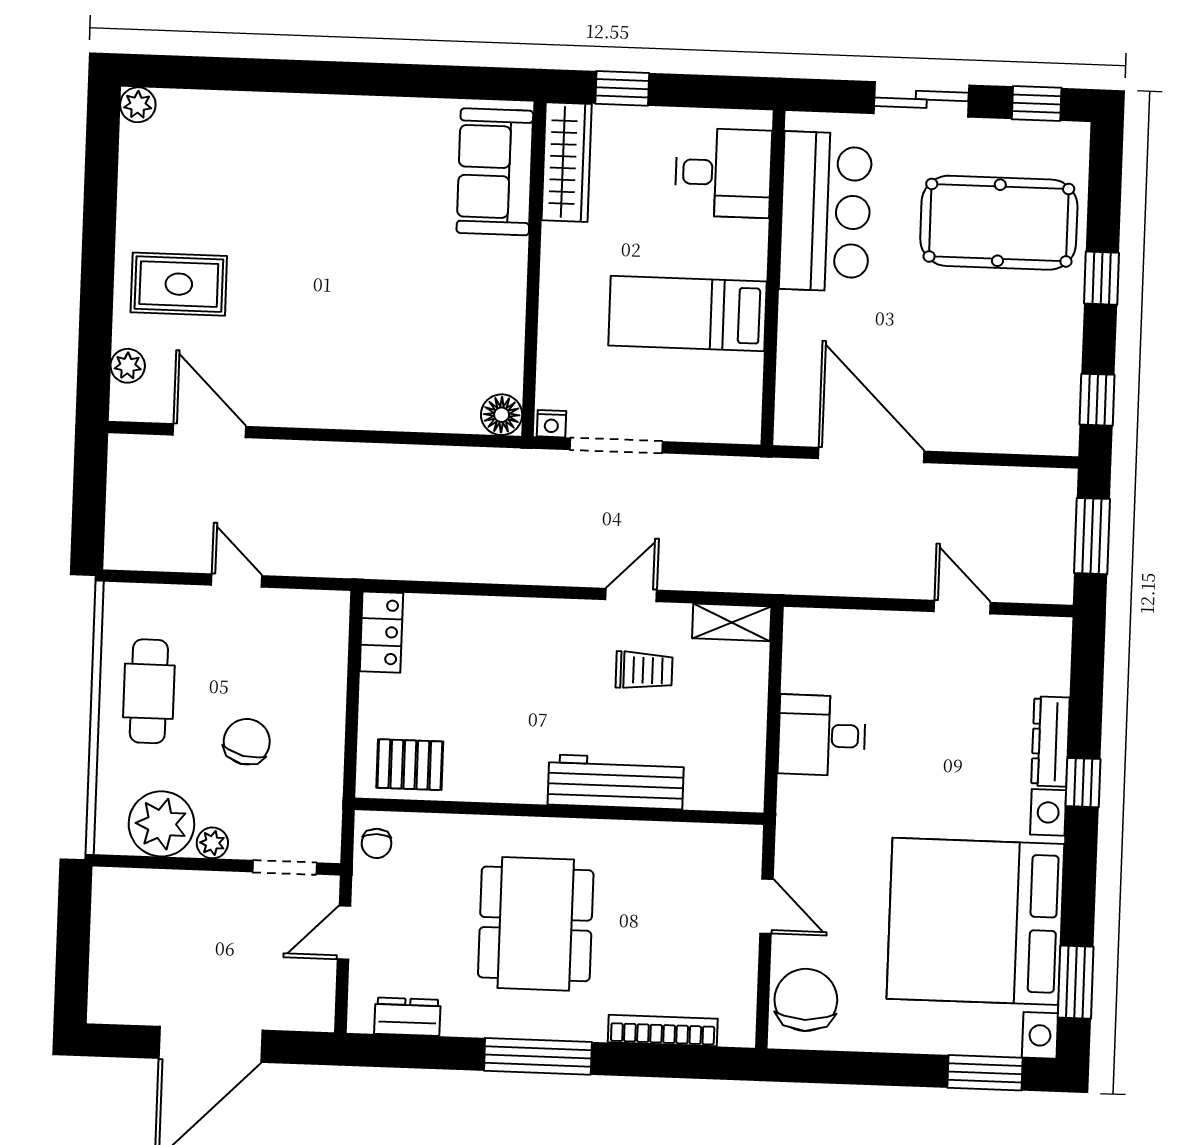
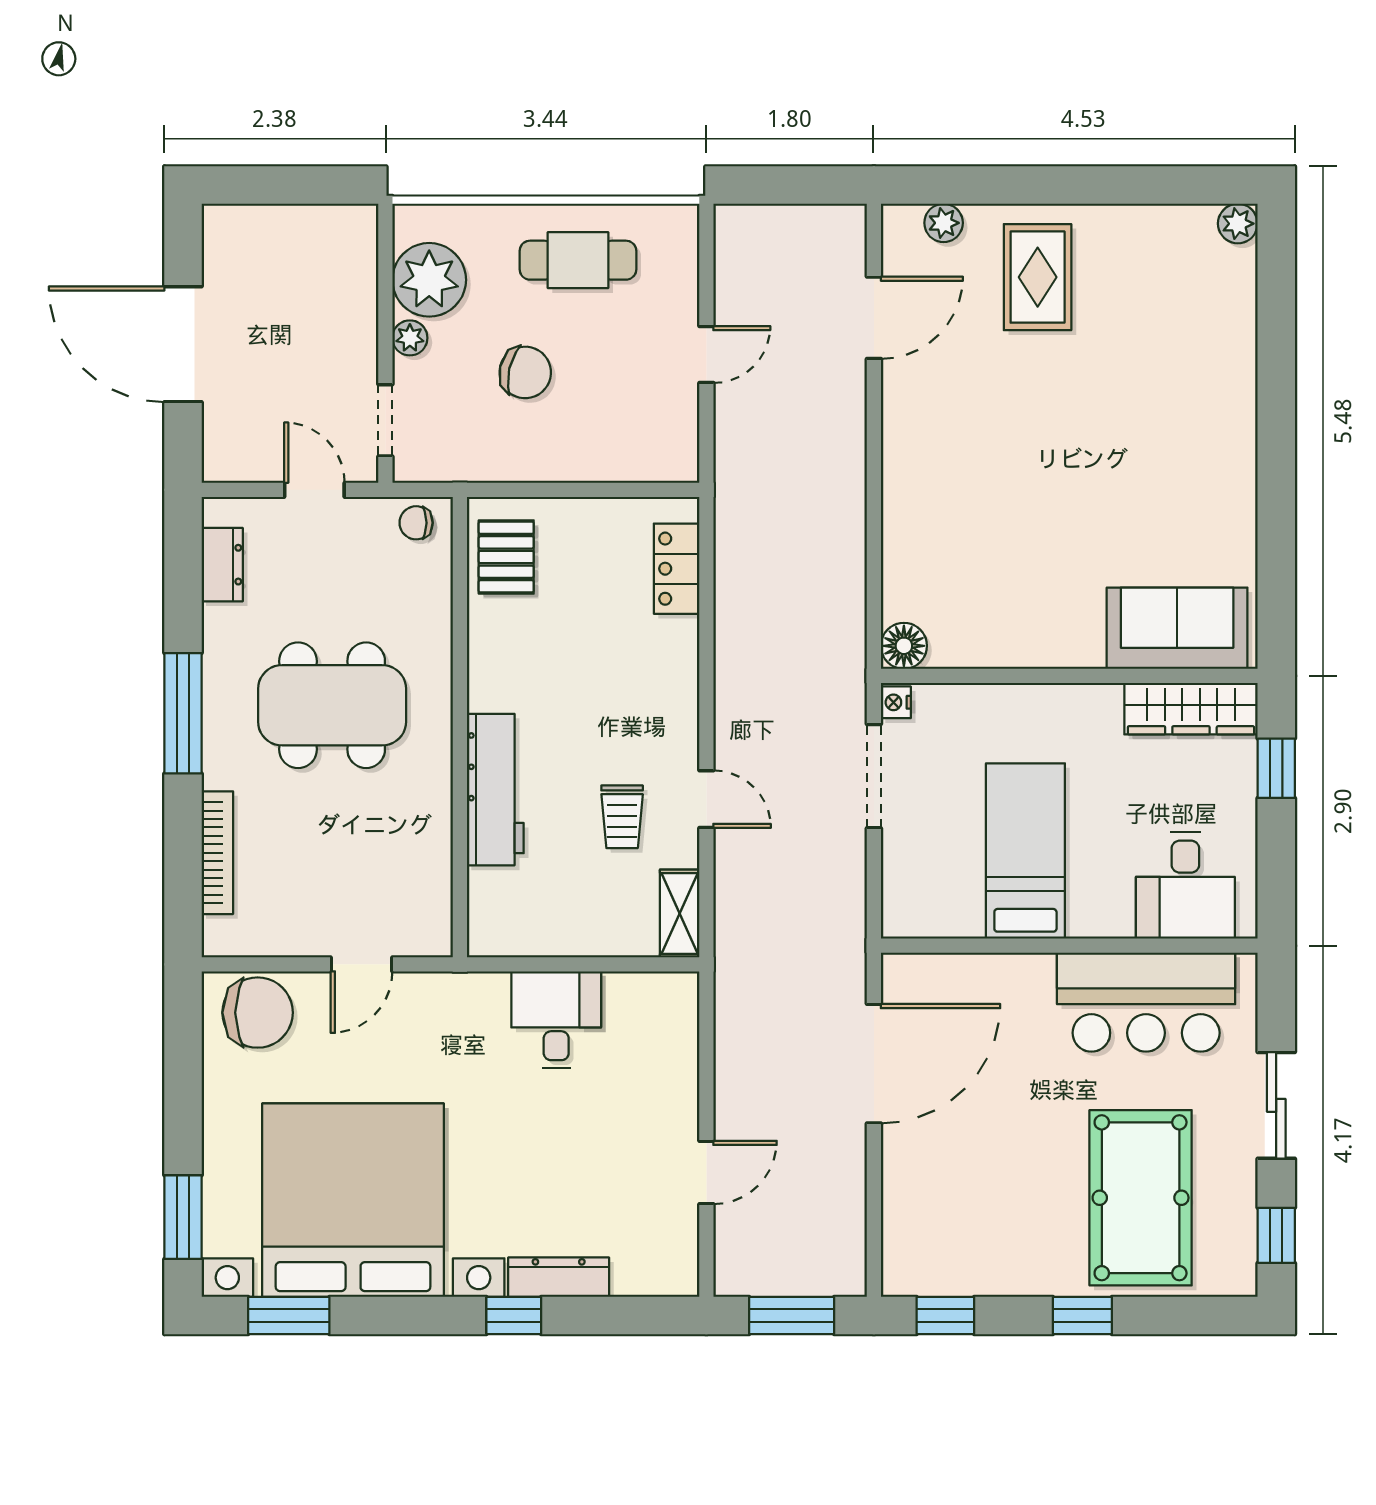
locker: (381, 632) -> (677, 569), moved, turned 90

